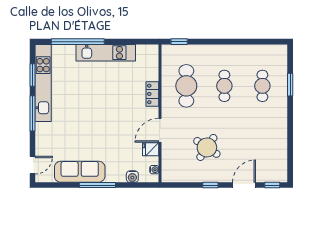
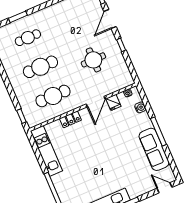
kitchen unit: (106, 53) -> (46, 151), moved
cafe table: (224, 86) -> (40, 67), width x1.37, depth x1.35
door: (160, 130) -> (96, 102), hinge flipped
round table: (207, 147) -> (93, 60), turned -34
door: (244, 185) -> (110, 19), hinge flipped

